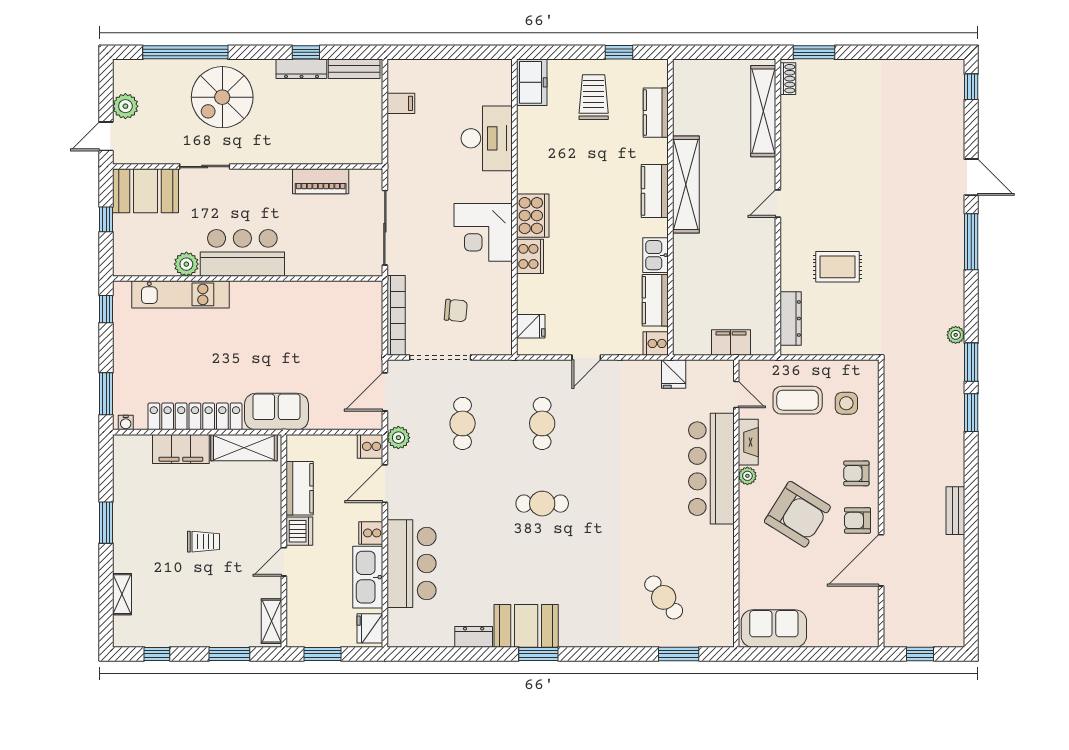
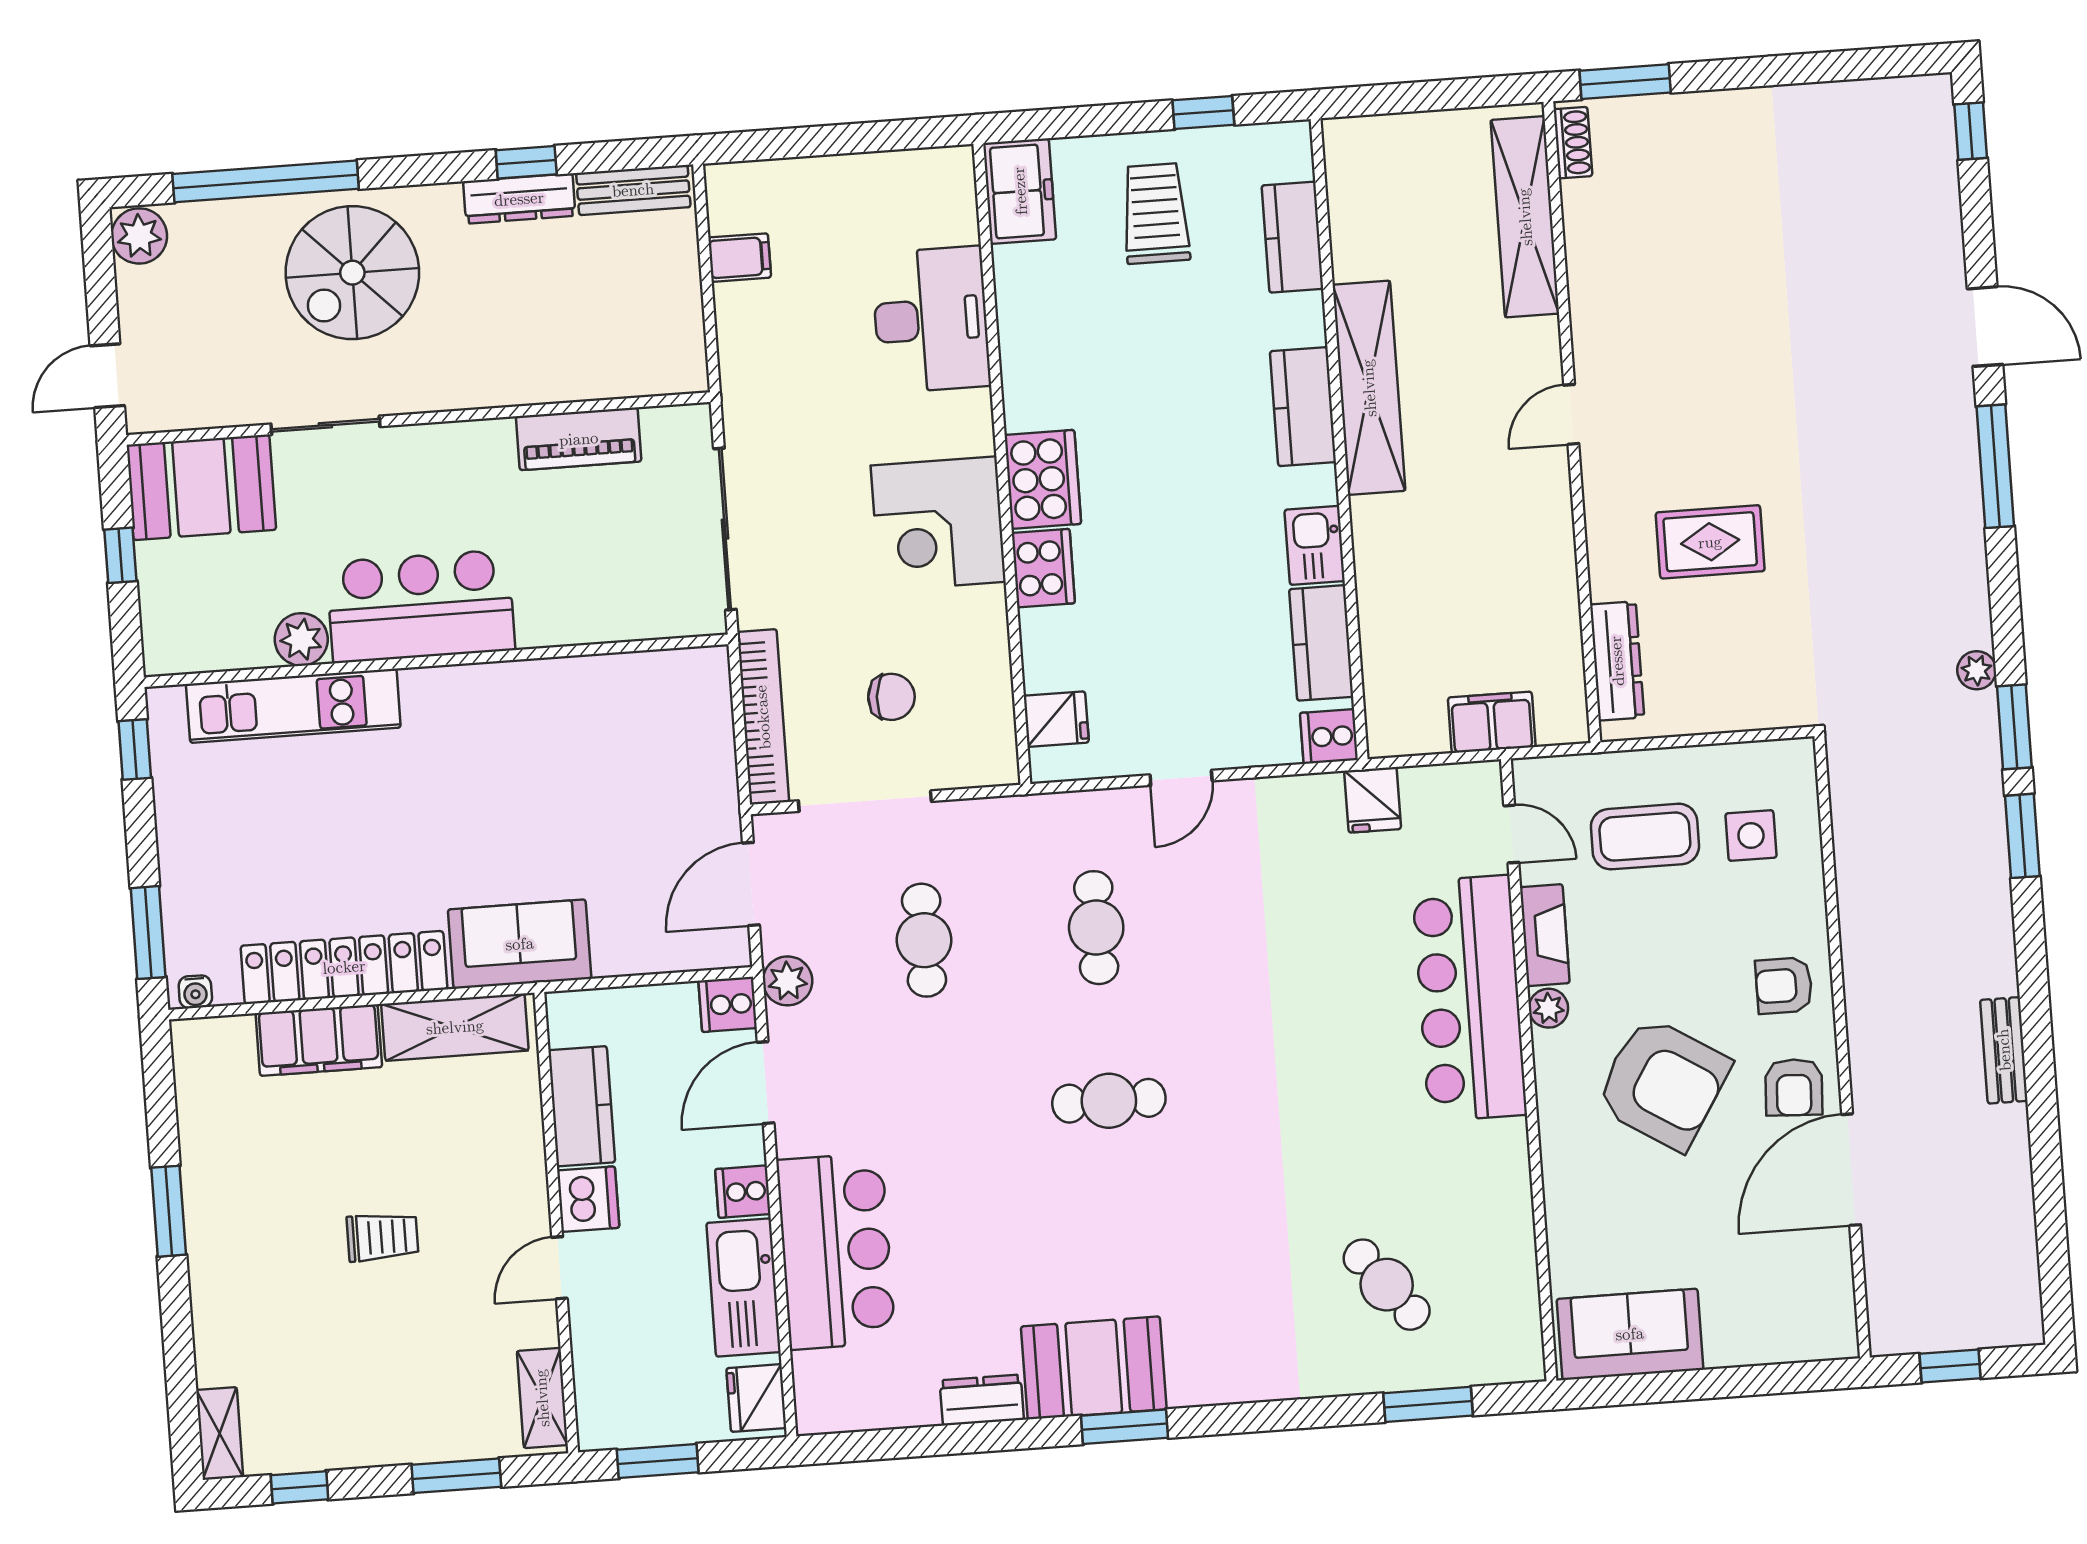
plant: (125, 106) -> (139, 236), moved
armchair: (858, 520) -> (1794, 1087), turned -87
shelving: (122, 594) -> (220, 1434), moved

